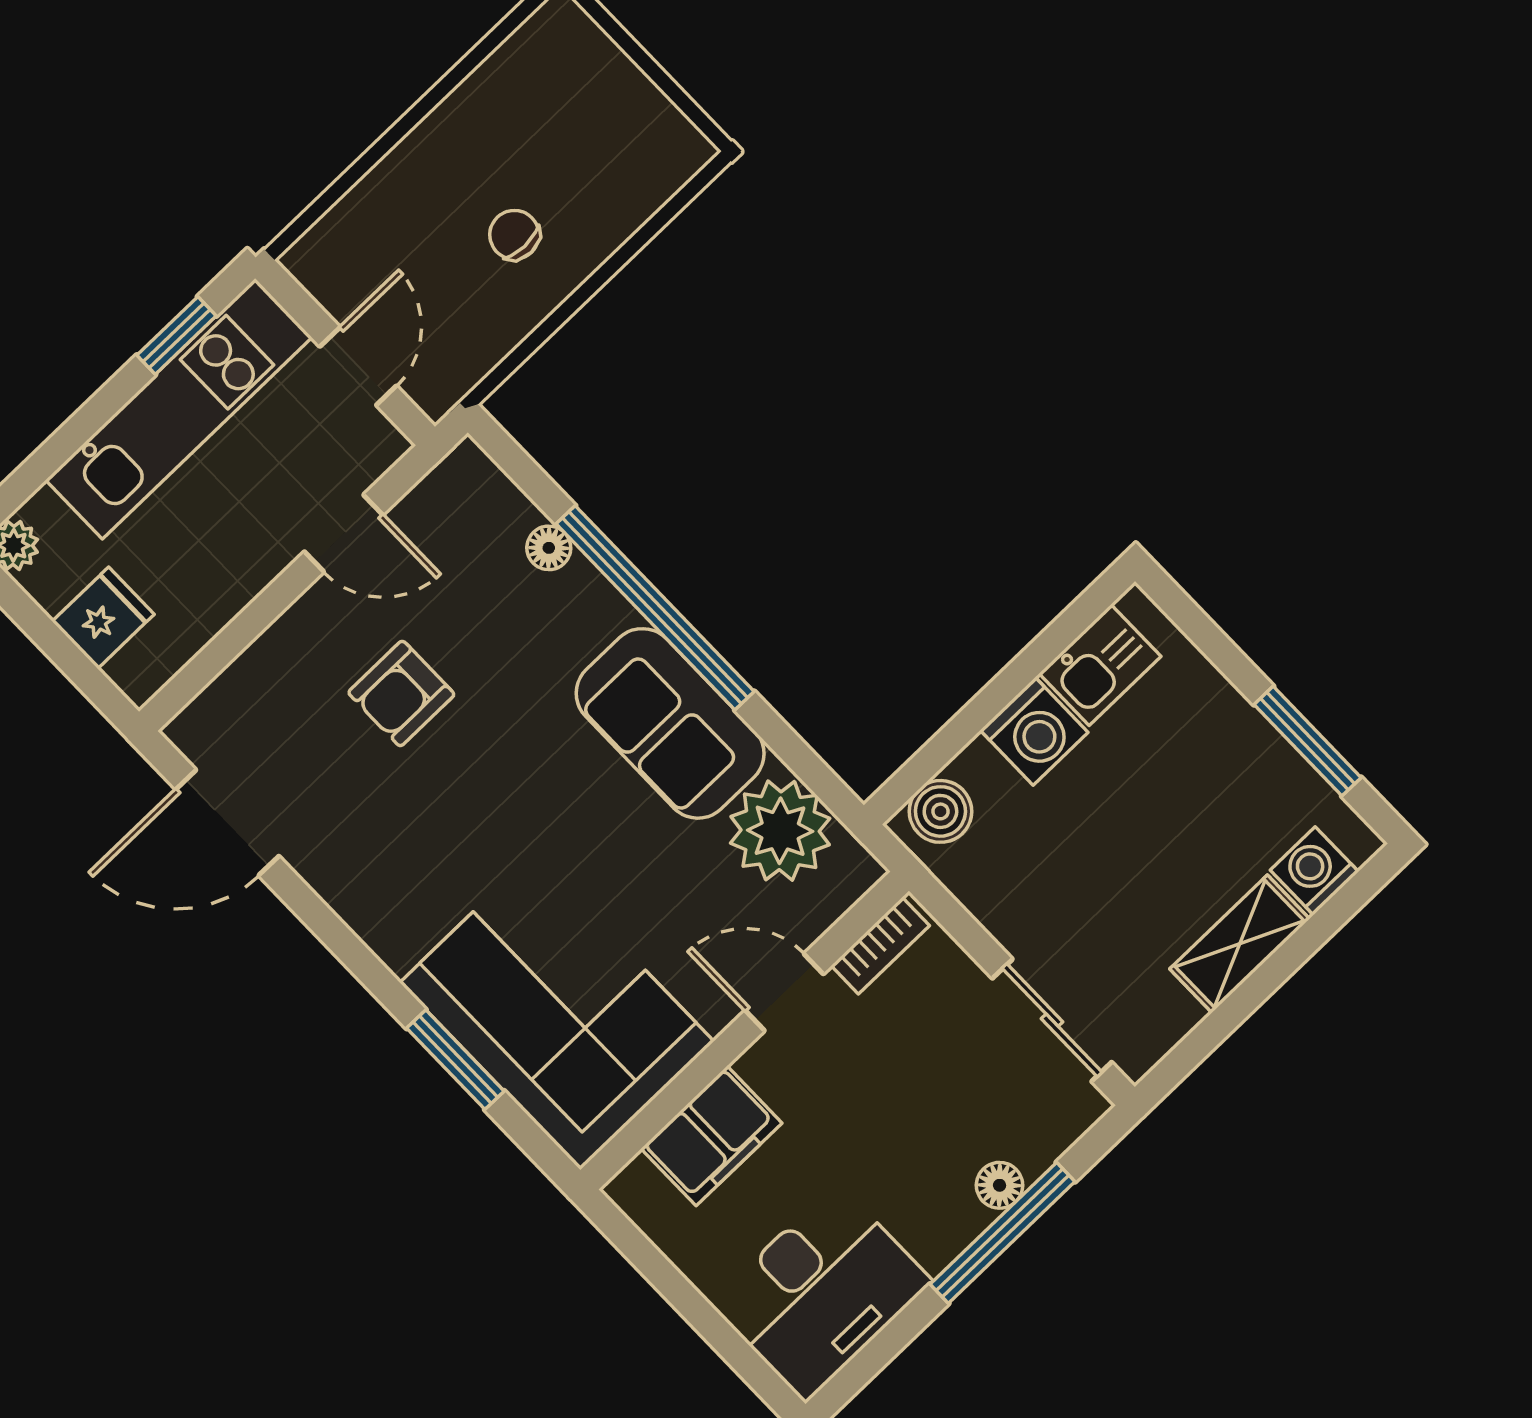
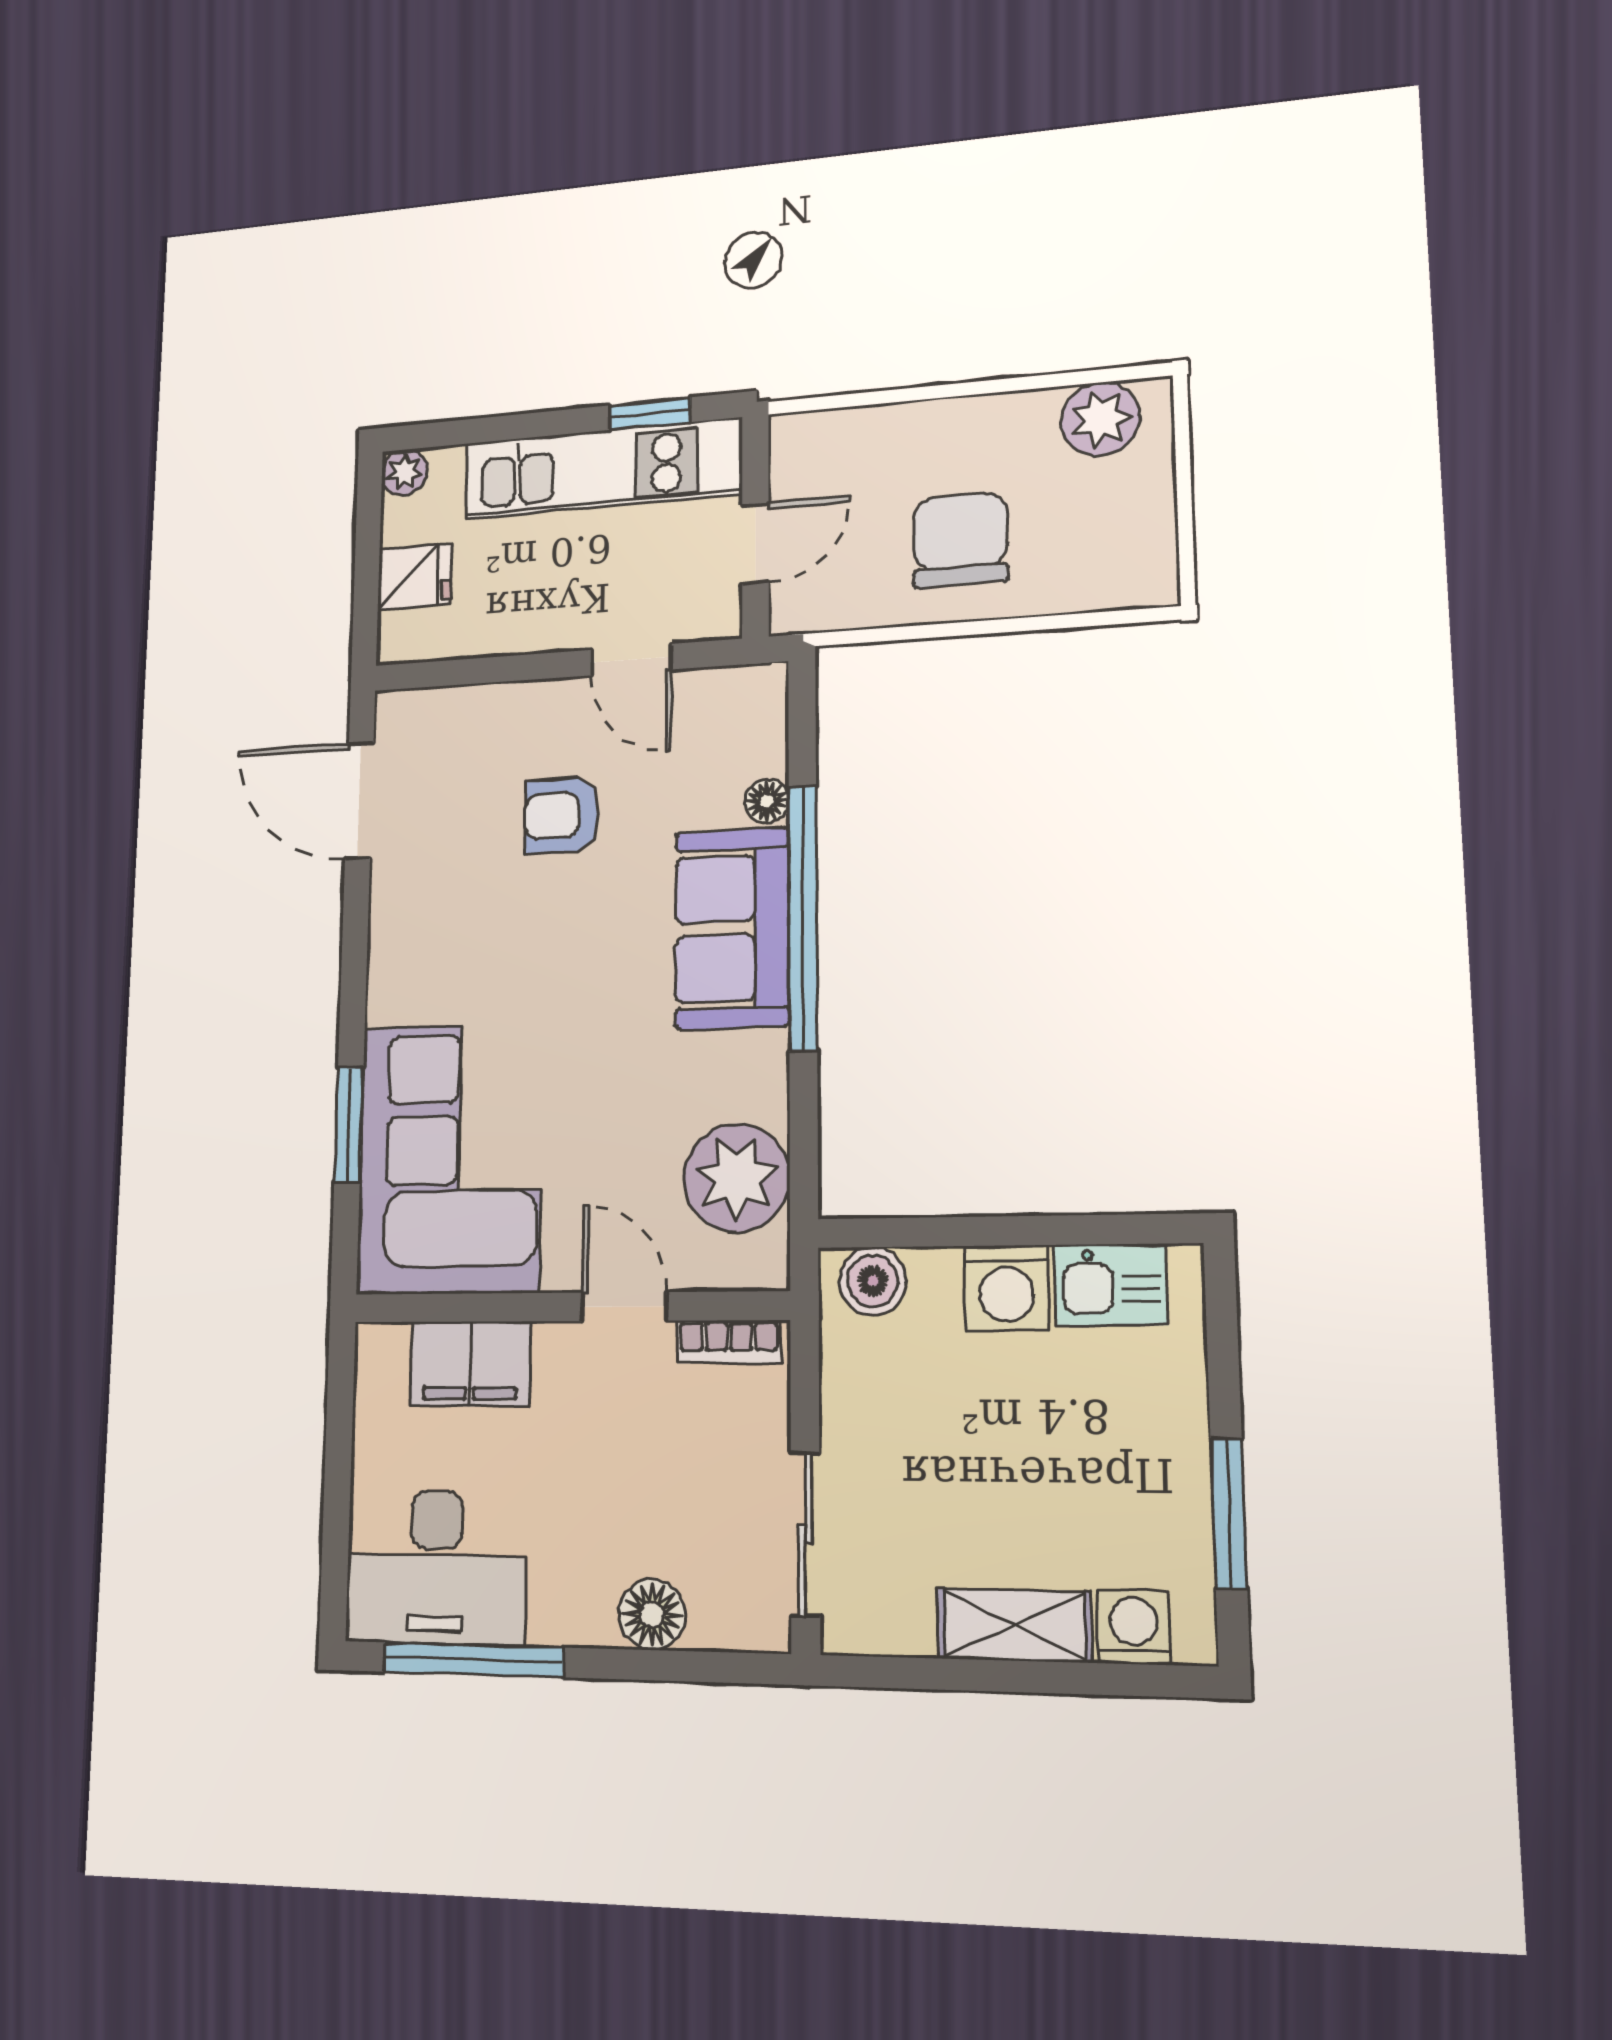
plant: (536, 60) -> (1100, 419), added
chair: (514, 235) -> (960, 540), width x1.87, depth x1.87
sofa: (670, 723) -> (732, 928), moved
floor lamp: (1000, 1185) -> (652, 1615), width x1.37, depth x1.37
window: (1002, 1233) -> (473, 1660), moved

